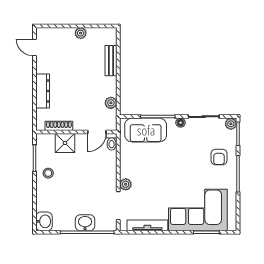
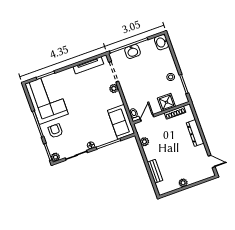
sofa: (146, 130) -> (121, 122), moved, turned -90
corner sofa: (198, 210) -> (47, 99), moved, turned -90

